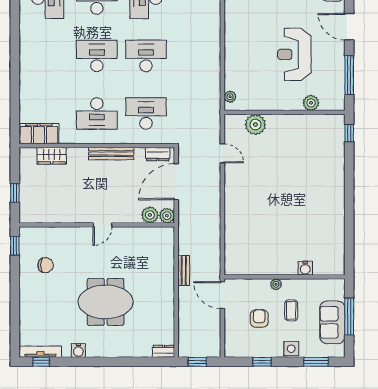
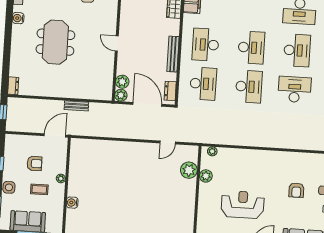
plant: (311, 103) -> (206, 176), moved

